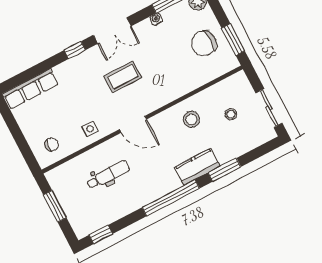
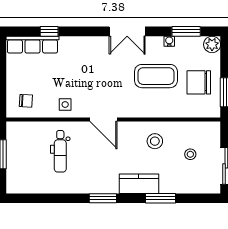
window: (75, 50) -> (49, 31), moved
coffee table: (123, 77) -> (156, 76), moved, width x1.36, depth x1.32
dental chair: (108, 175) -> (60, 151), turned 90
window: (171, 198) -> (103, 198), width x0.47
window: (101, 234) -> (28, 198), removed

